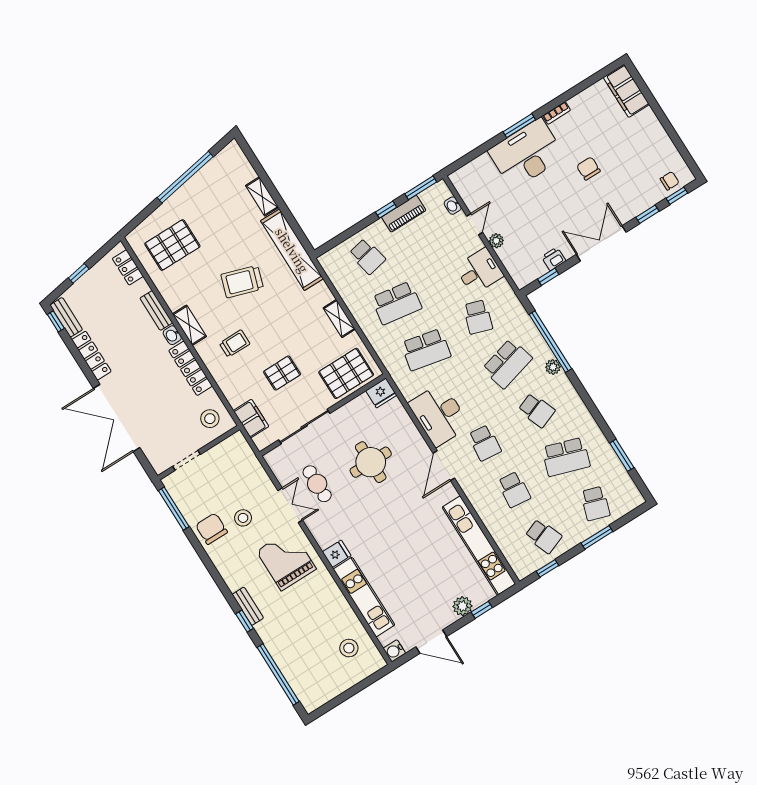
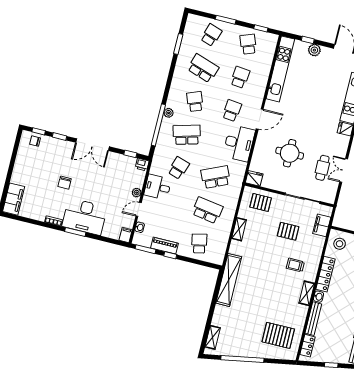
filing cabinet: (460, 181) -> (126, 235), added
shelving: (262, 196) -> (213, 337), moved
printer: (554, 259) -> (142, 165), moved
trolley: (242, 282) -> (264, 288), removed
bench: (156, 310) -> (313, 319), width x1.36
school desk: (426, 350) -> (216, 177), turned -36
pallet: (346, 373) -> (261, 202), width x0.67, depth x0.71

